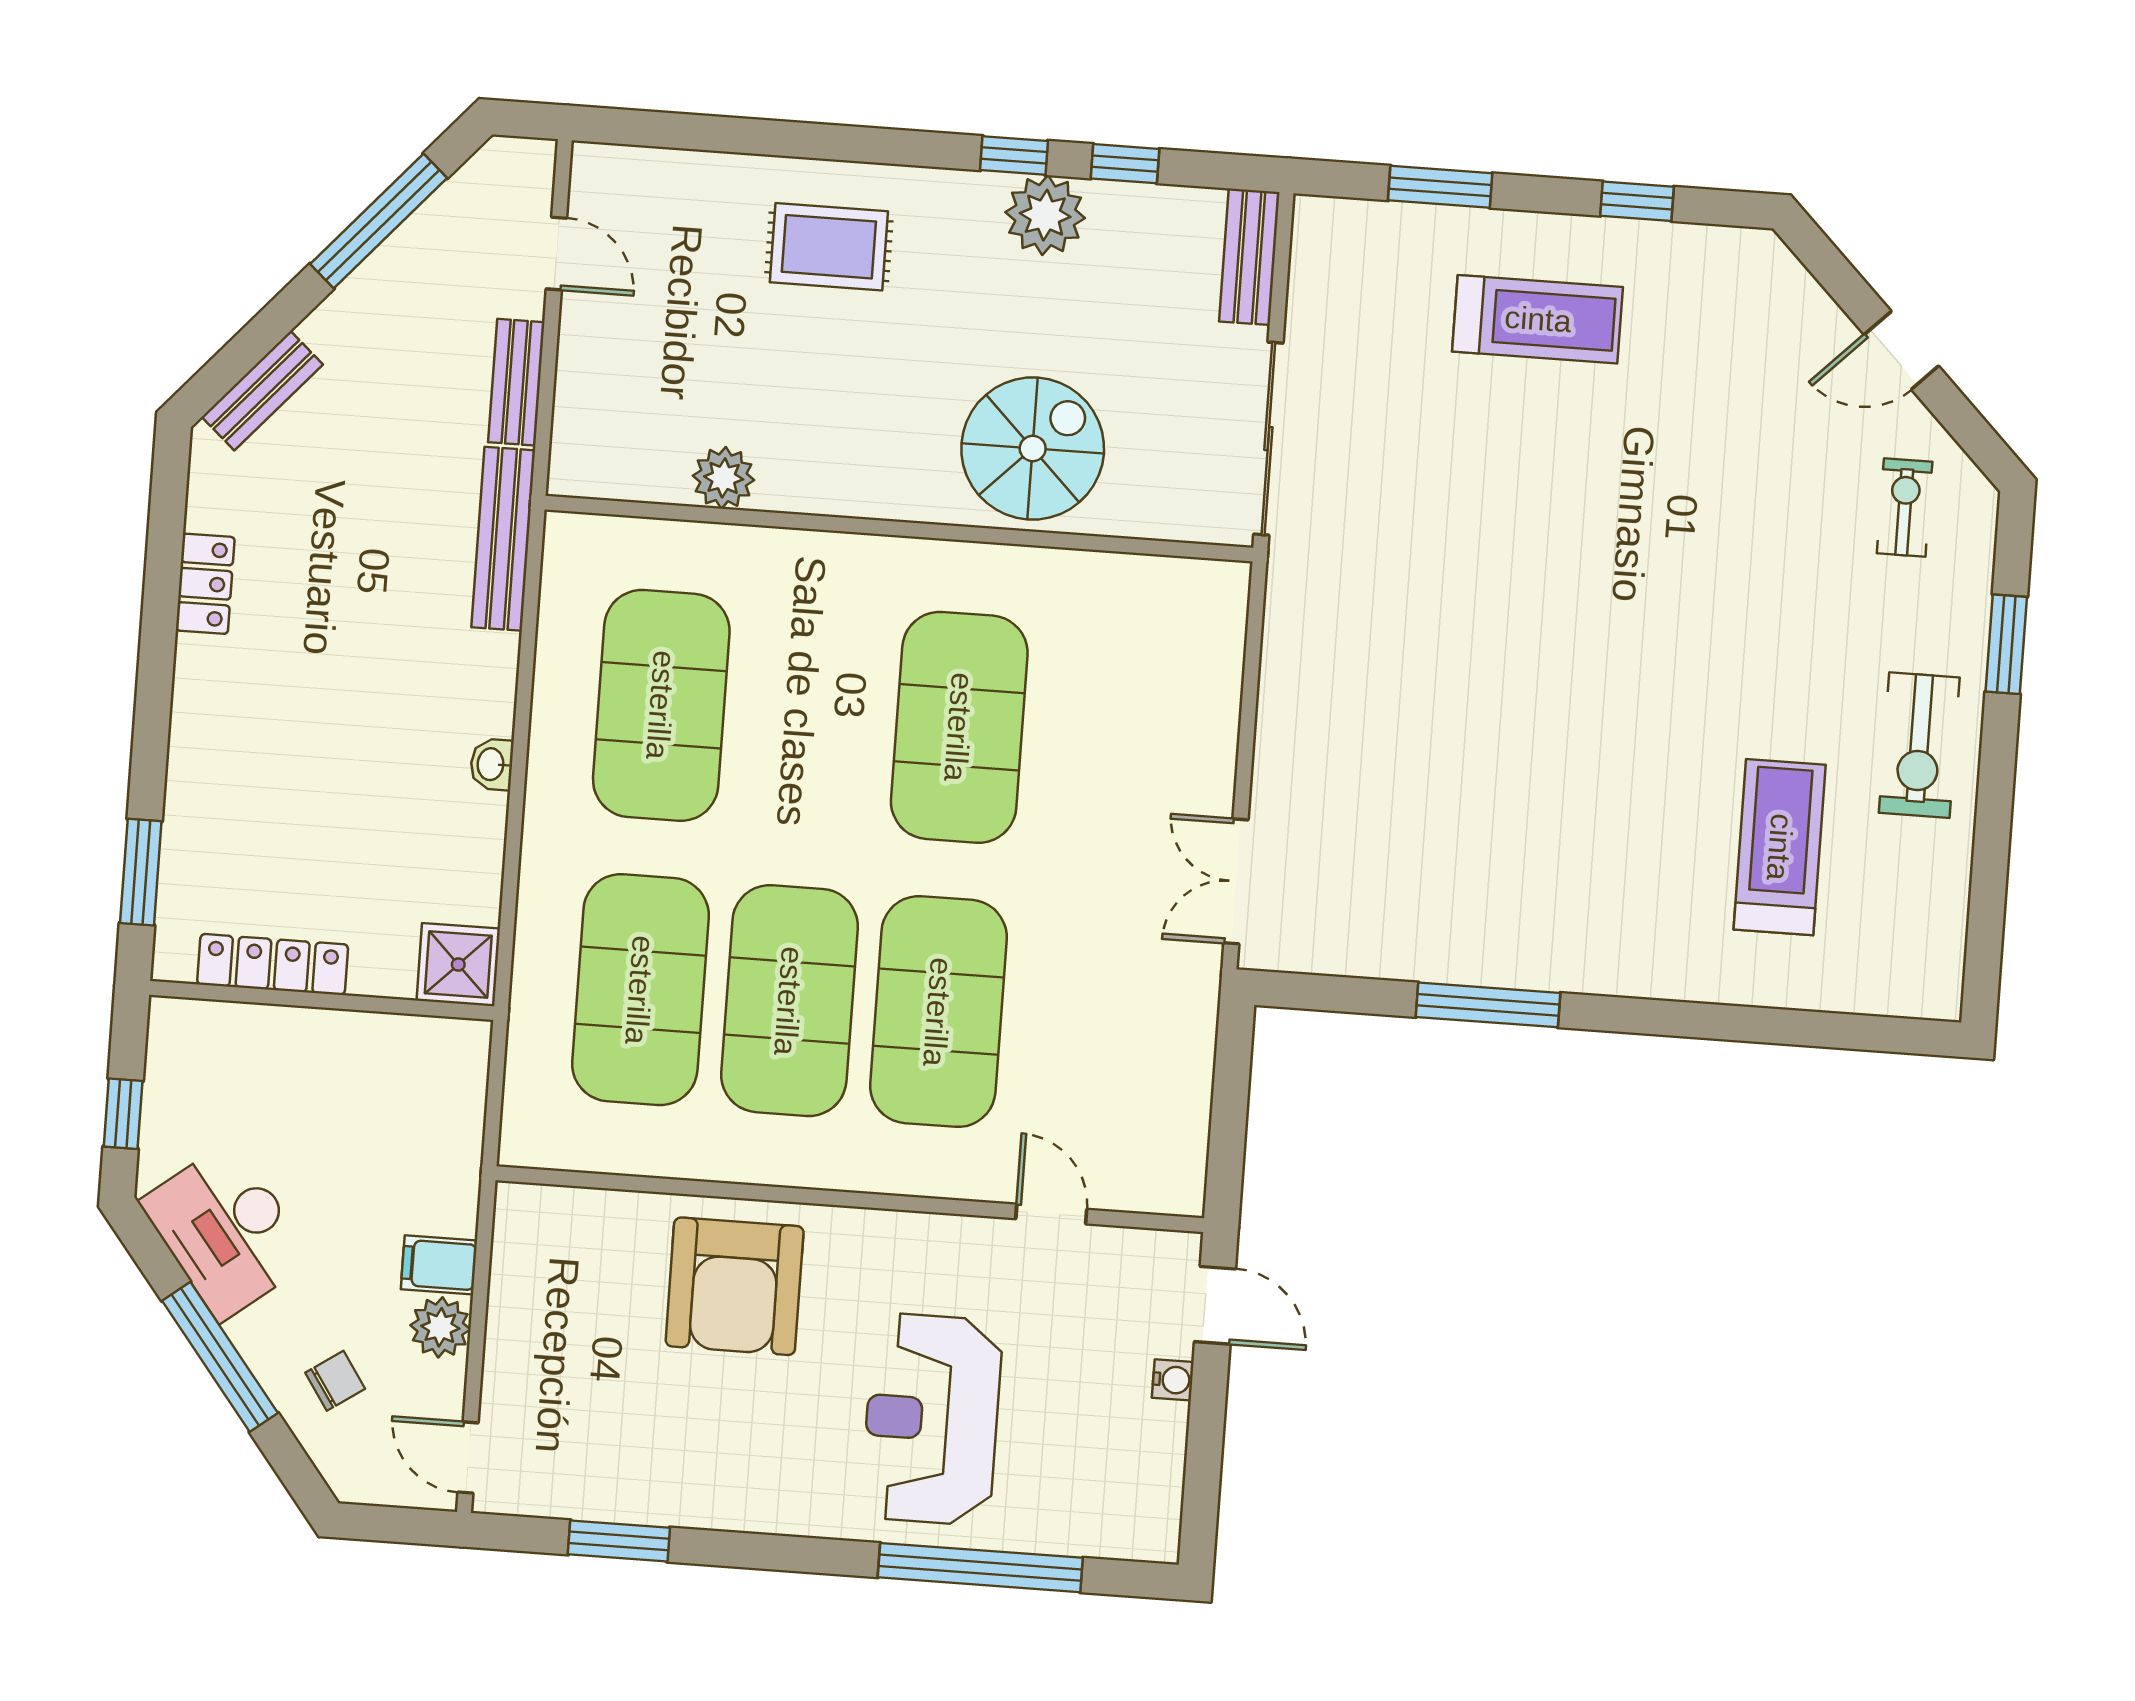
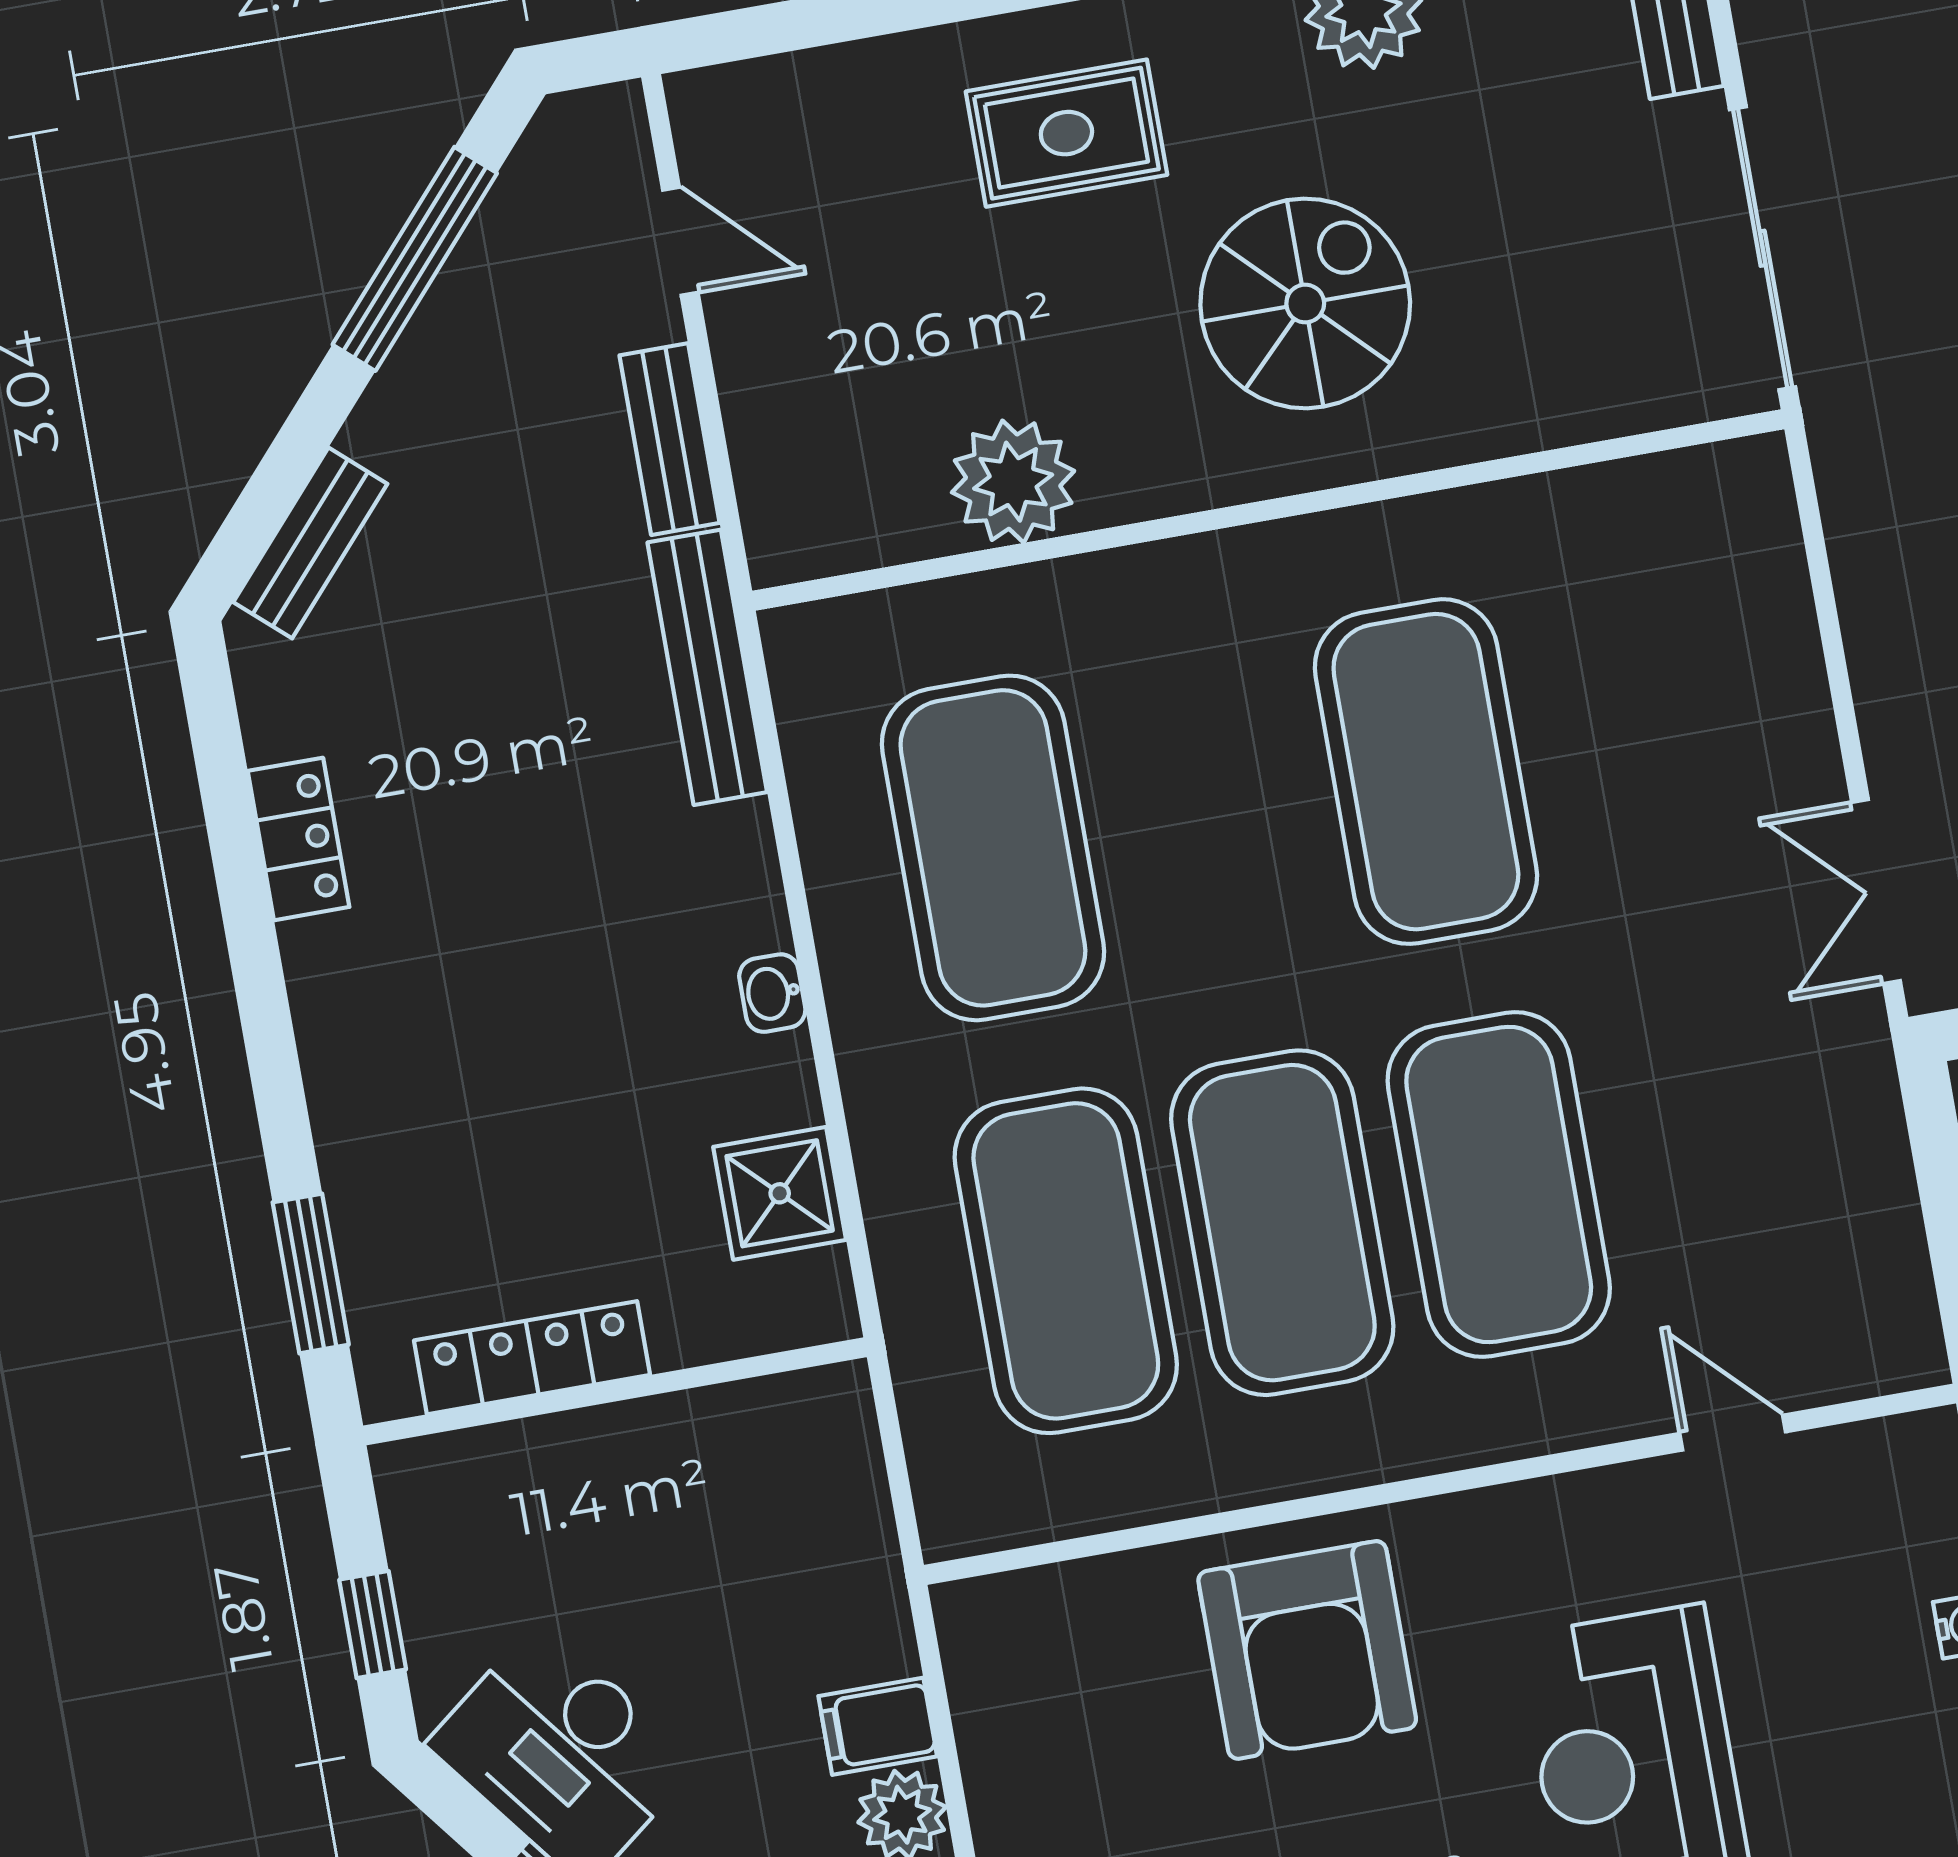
spiral stairs: (1033, 448) -> (1305, 303), moved
plant: (724, 478) -> (1013, 482), width x1.36, depth x1.36
shower: (458, 965) -> (780, 1193), moved

